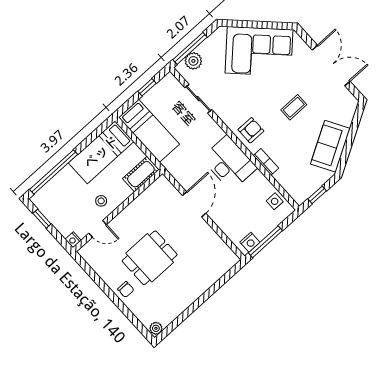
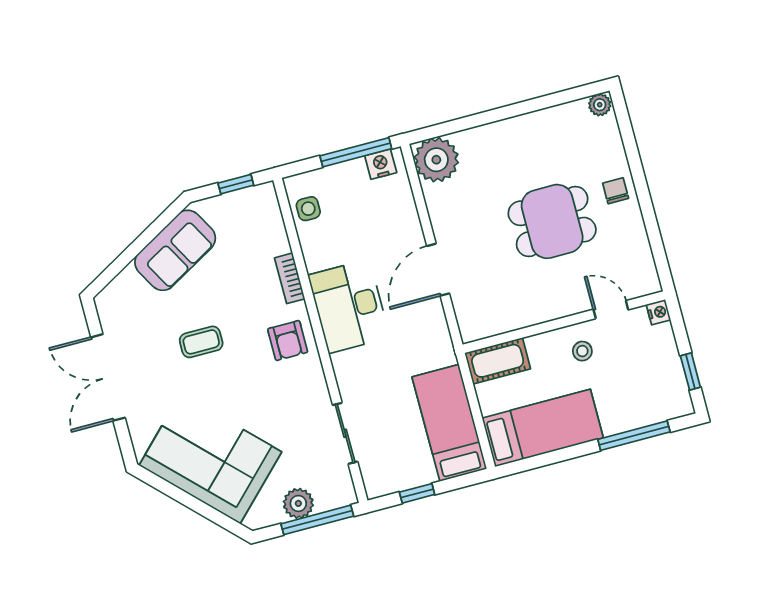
plant: (193, 61) -> (298, 503), moved
armchair: (251, 130) -> (288, 341), turned -90
window: (54, 172) -> (634, 436), width x0.68
plant: (223, 259) -> (436, 160), added

